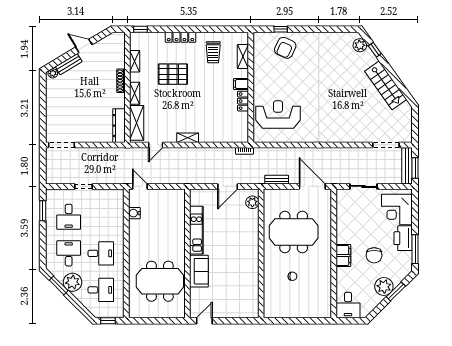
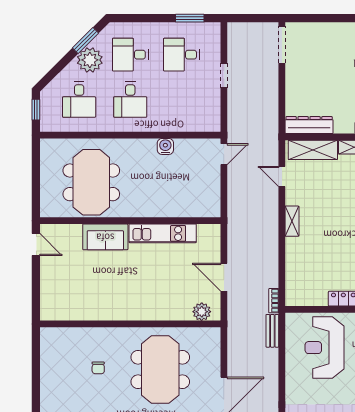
reception desk: (278, 115) -> (325, 348), turned 180
bench: (277, 180) -> (272, 331), moved
water cooler: (134, 213) -> (165, 146), moved
desk: (69, 253) -> (130, 55), turned 180

